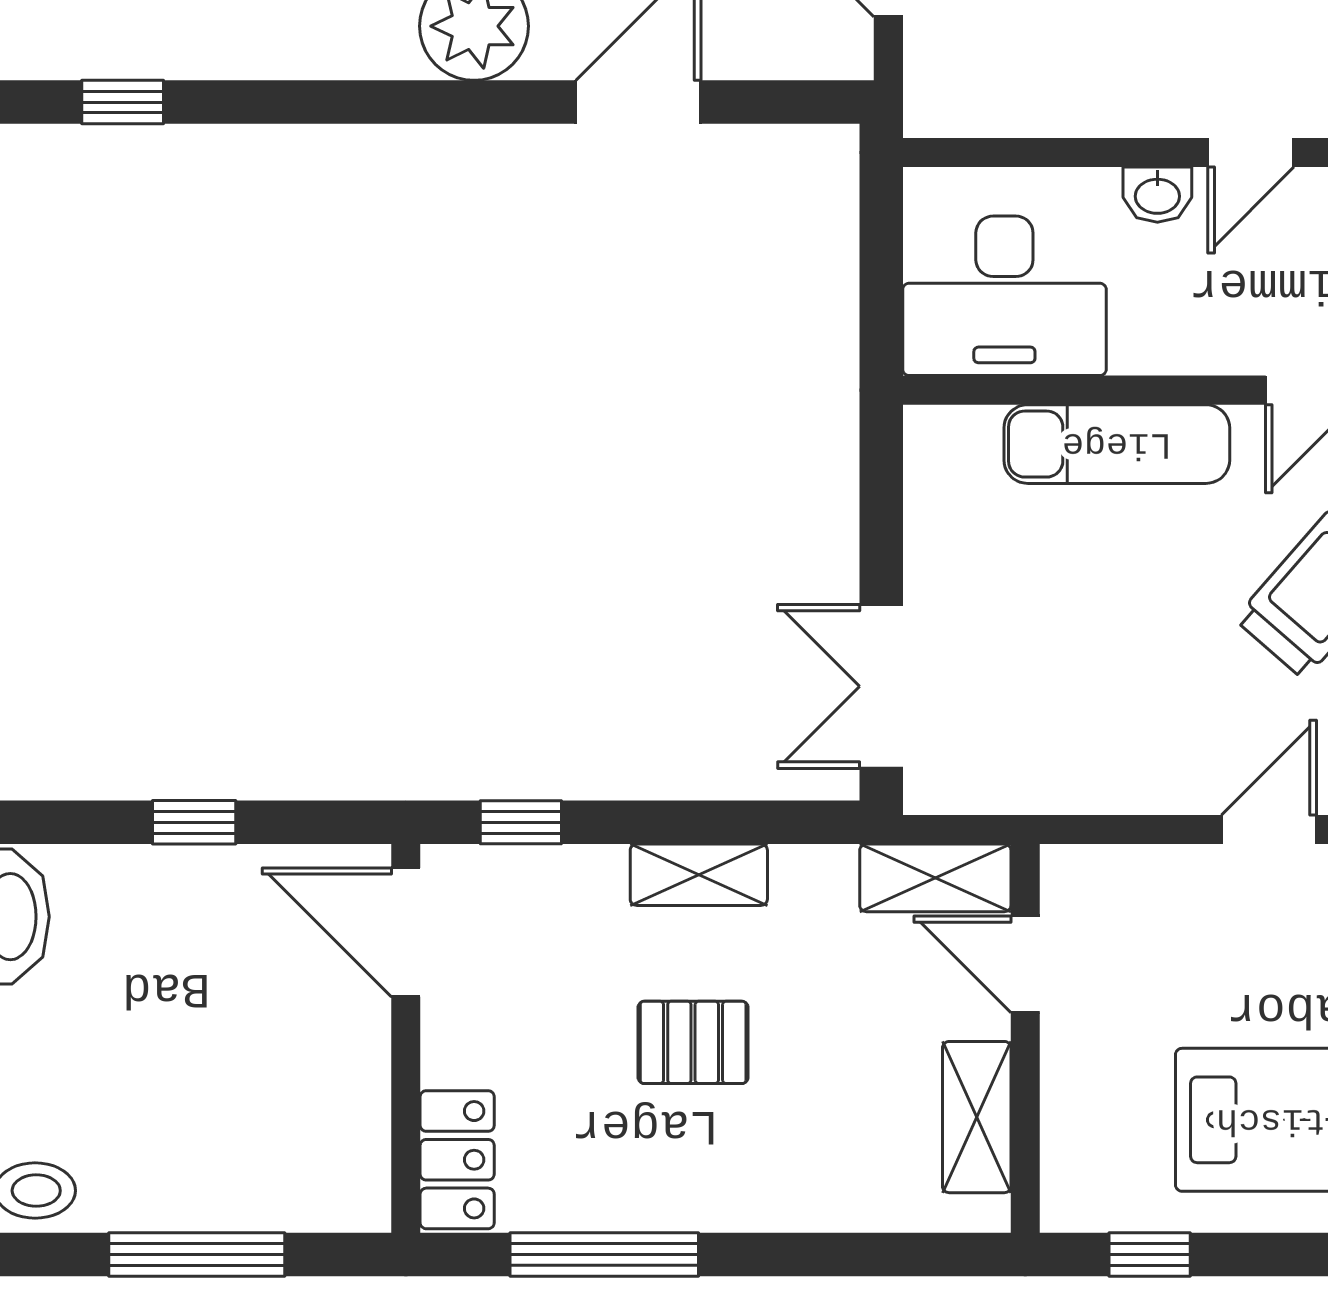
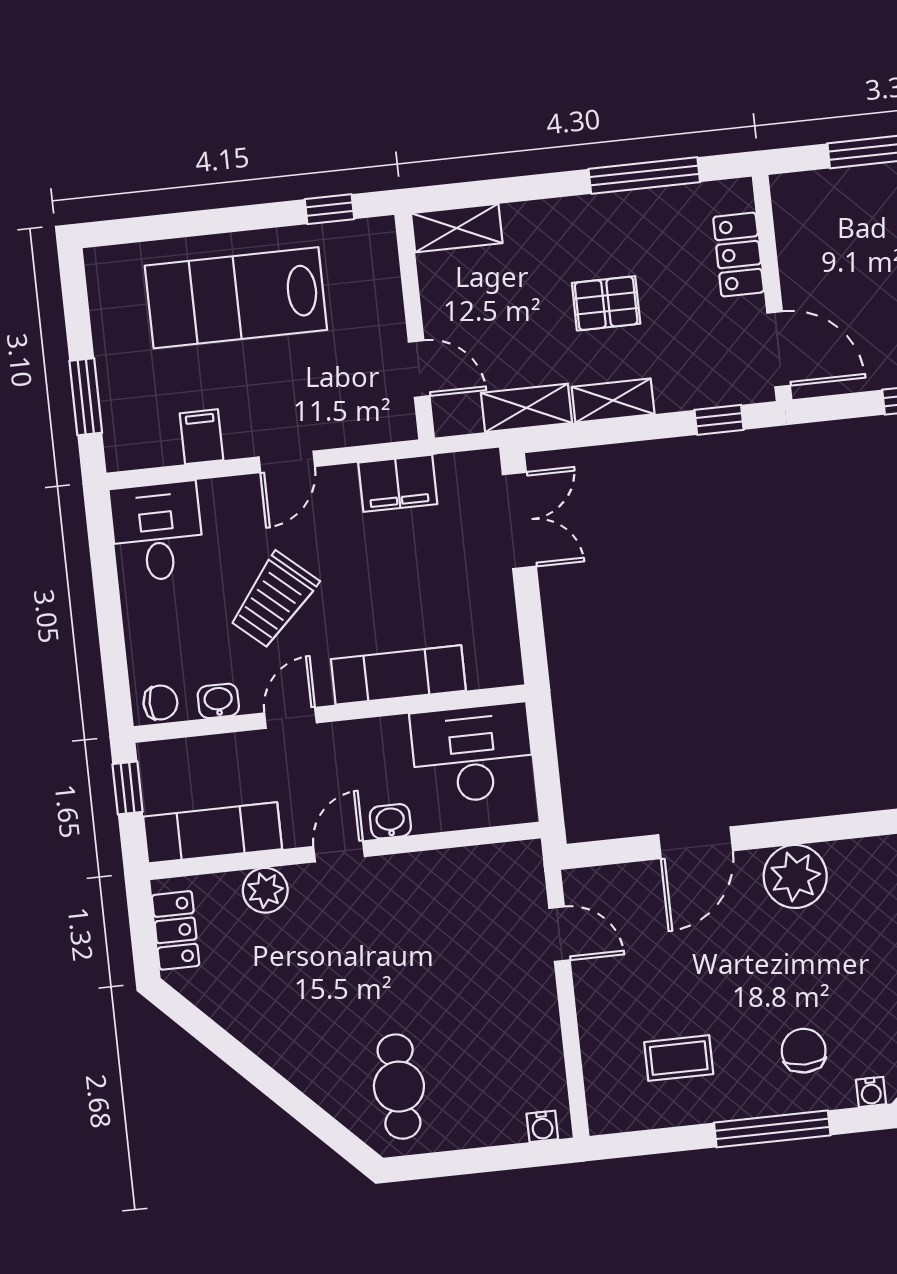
filing cabinet: (1083, 772) -> (398, 483), added
shelving: (935, 878) -> (526, 408), moved
shelving: (977, 1117) -> (457, 228), moved, turned 90
locker: (457, 1160) -> (739, 255), moved

